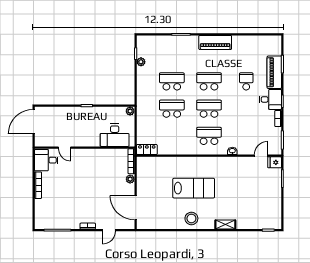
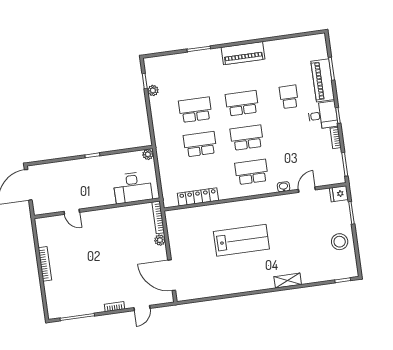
locker: (147, 150) -> (198, 197), moved, width x1.53
door: (261, 156) -> (307, 190), moved
desk: (46, 160) -> (51, 231), removed
stool: (191, 218) -> (340, 242), moved

